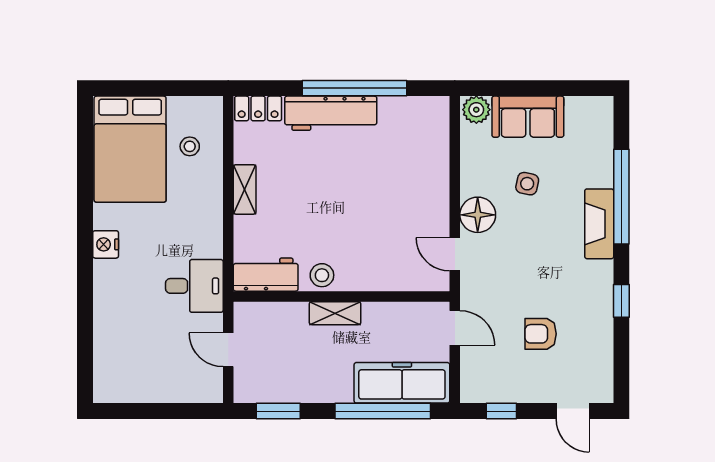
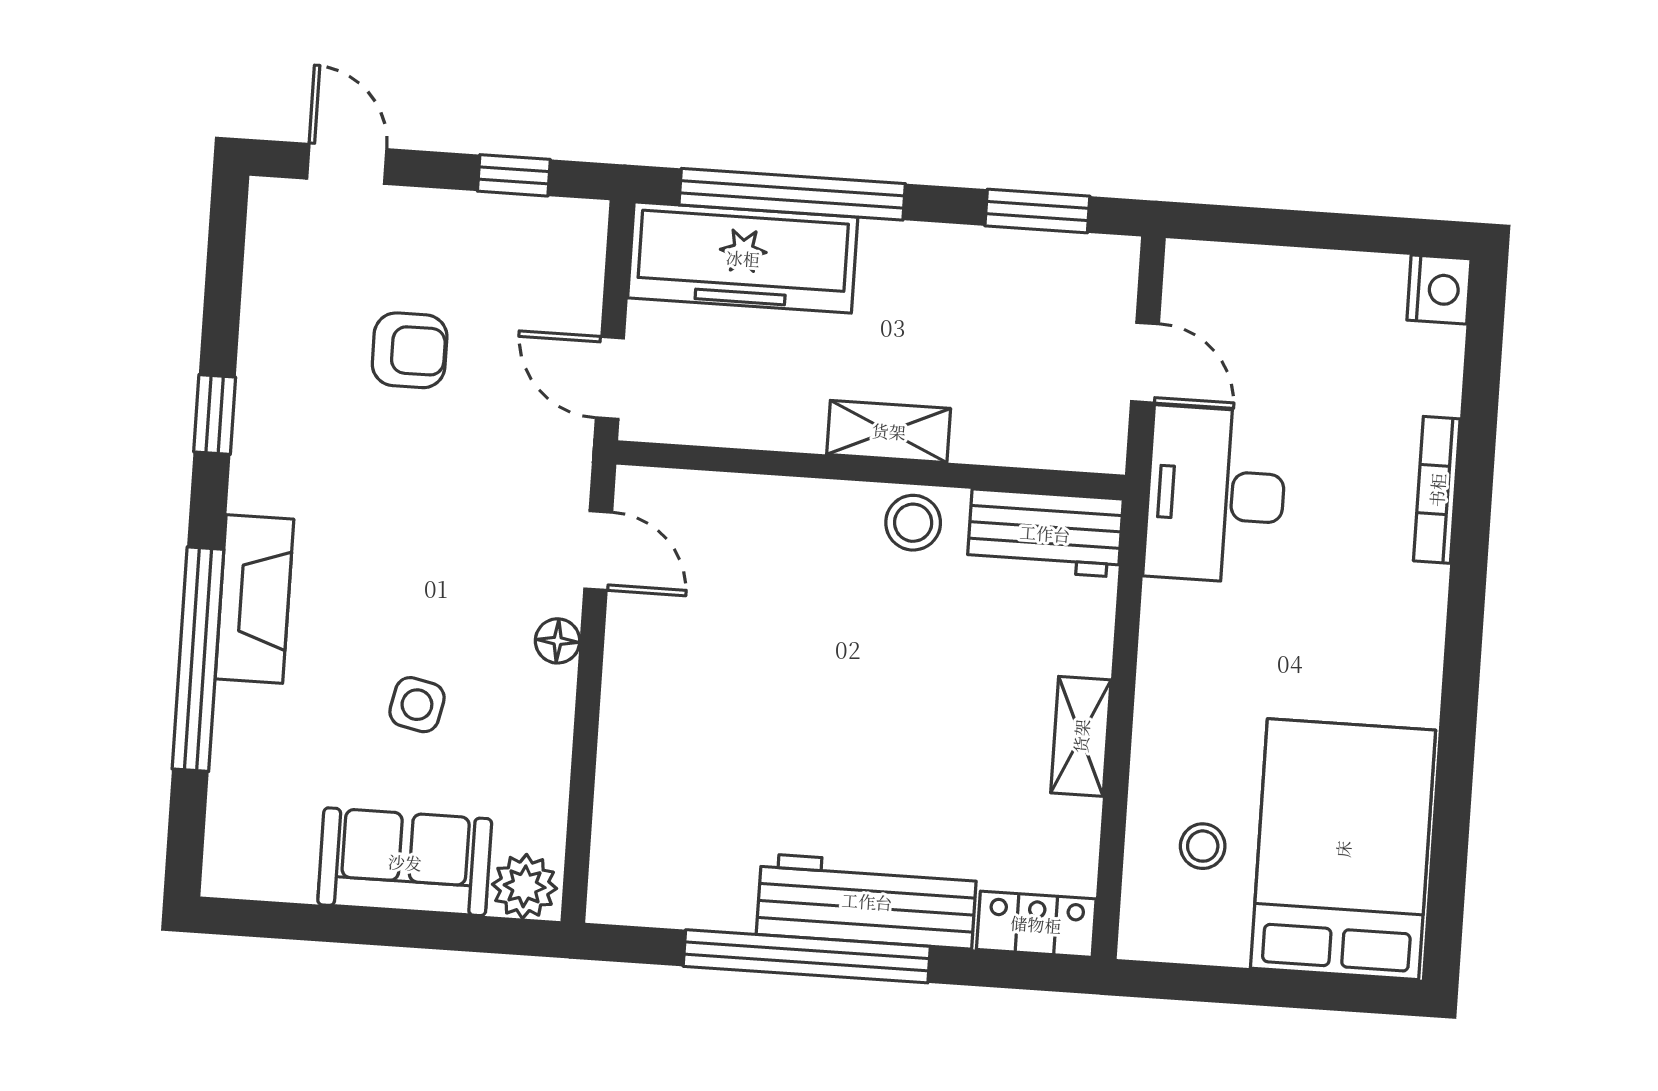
floor lamp: (478, 215) -> (558, 641), width x0.53, depth x0.53
nightstand: (106, 244) -> (1439, 289), moved
desk: (194, 286) -> (1216, 495), width x1.37
bookcase: (101, 304) -> (1437, 490), added

